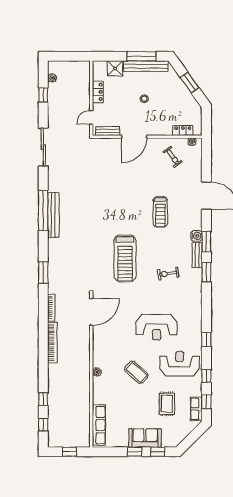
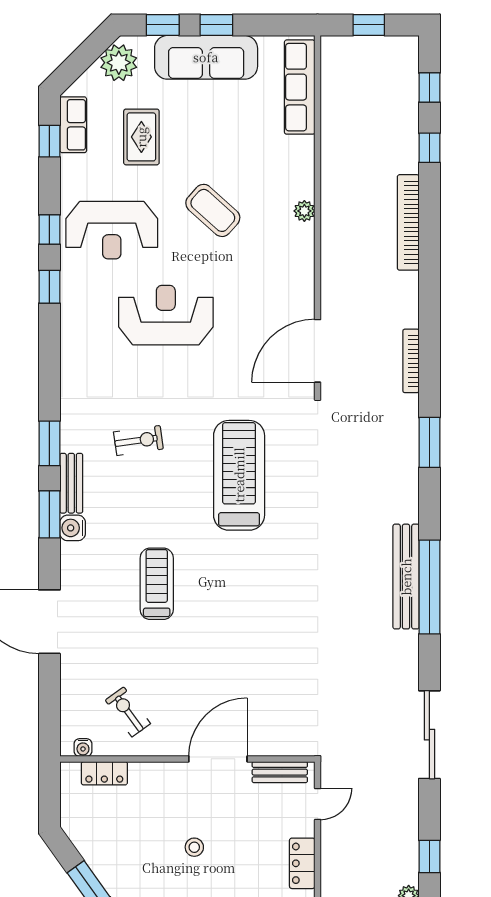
bookcase: (52, 343) -> (408, 222), moved
window: (206, 376) -> (49, 230), moved
plant: (177, 436) -> (119, 63), added
sofa: (145, 438) -> (206, 57), width x1.36

